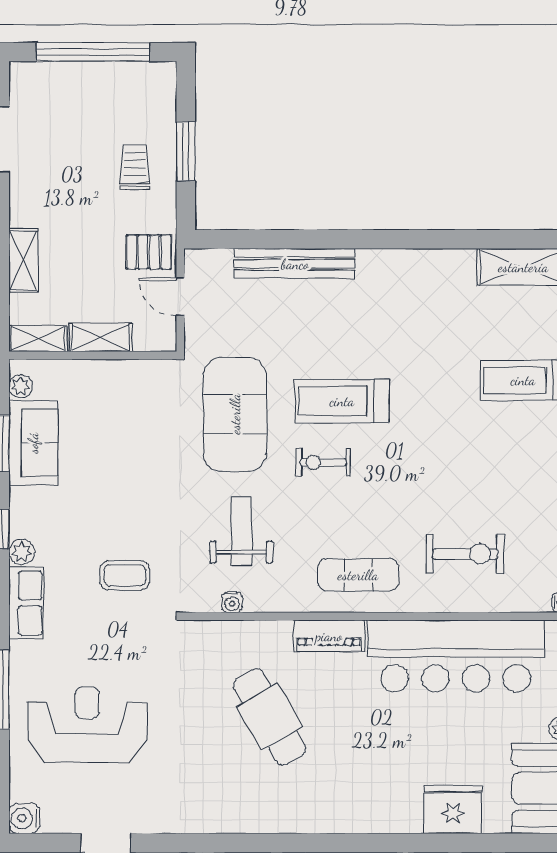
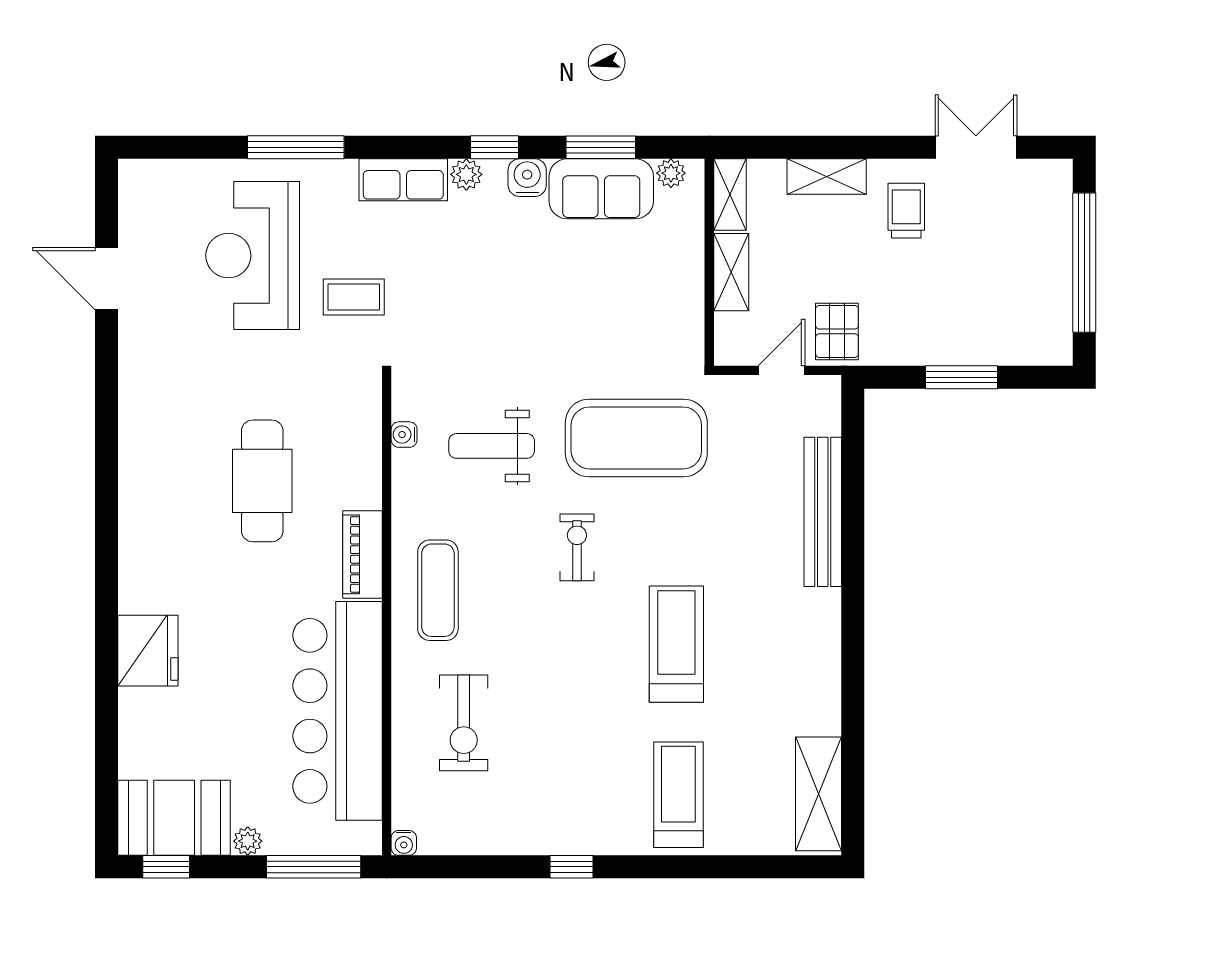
trolley: (135, 167) -> (906, 211), moved, turned -90
treadmill: (342, 401) -> (676, 644), moved
weight bench: (241, 531) -> (492, 446), turned 180
coffee table: (125, 575) -> (354, 297), moved, turned 90
cafe table: (270, 717) -> (262, 481), turned -60
reception desk: (87, 725) -> (253, 256), turned 180
fridge: (453, 809) -> (148, 651), moved
water cooler: (24, 818) -> (527, 178), moved

